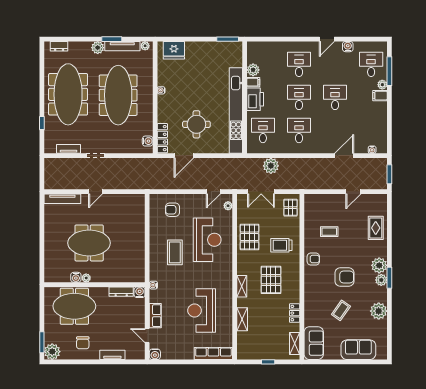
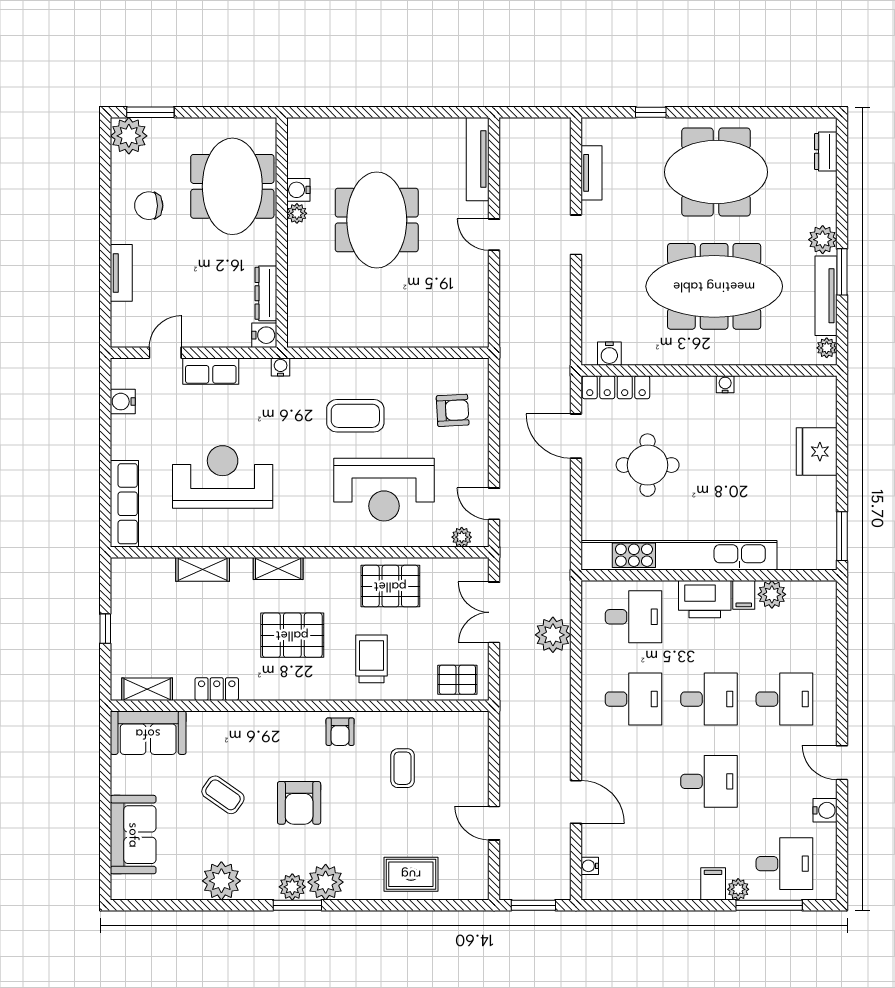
fridge: (174, 50) -> (817, 452), moved
meeting table: (68, 94) -> (716, 172), width x0.73
armchair: (172, 210) -> (453, 410), turned 87
water cooler: (155, 354) -> (123, 402), moved

